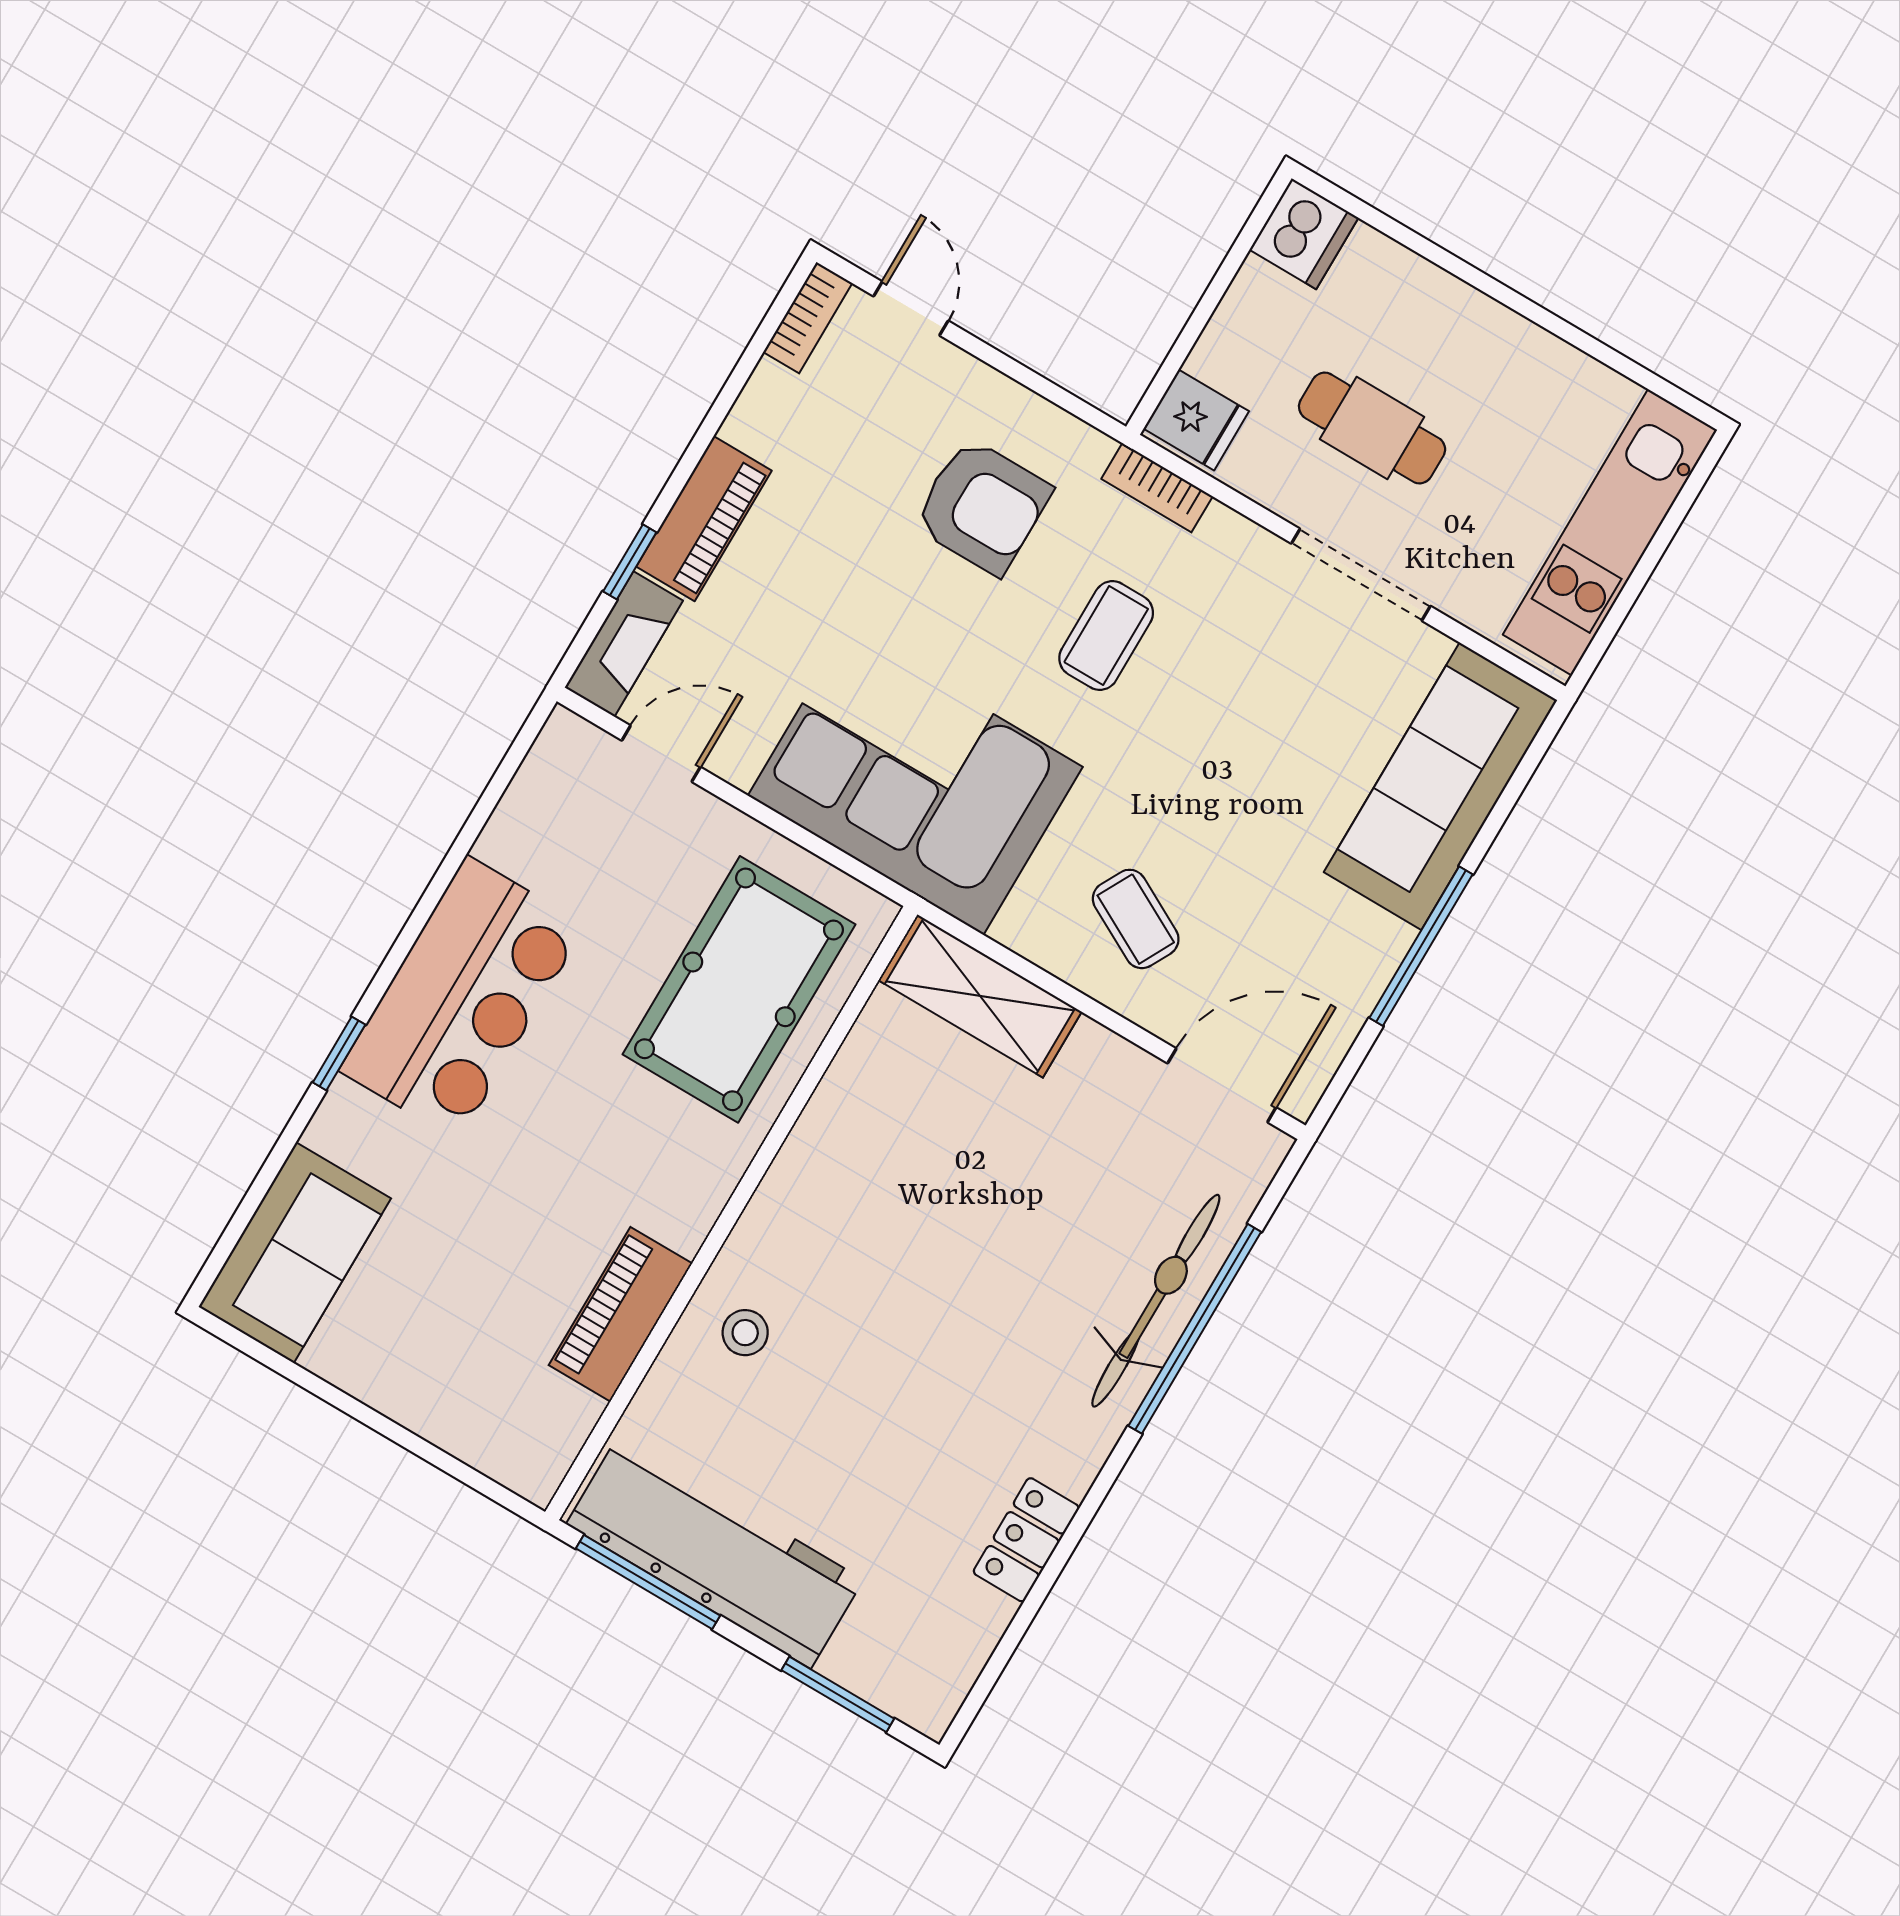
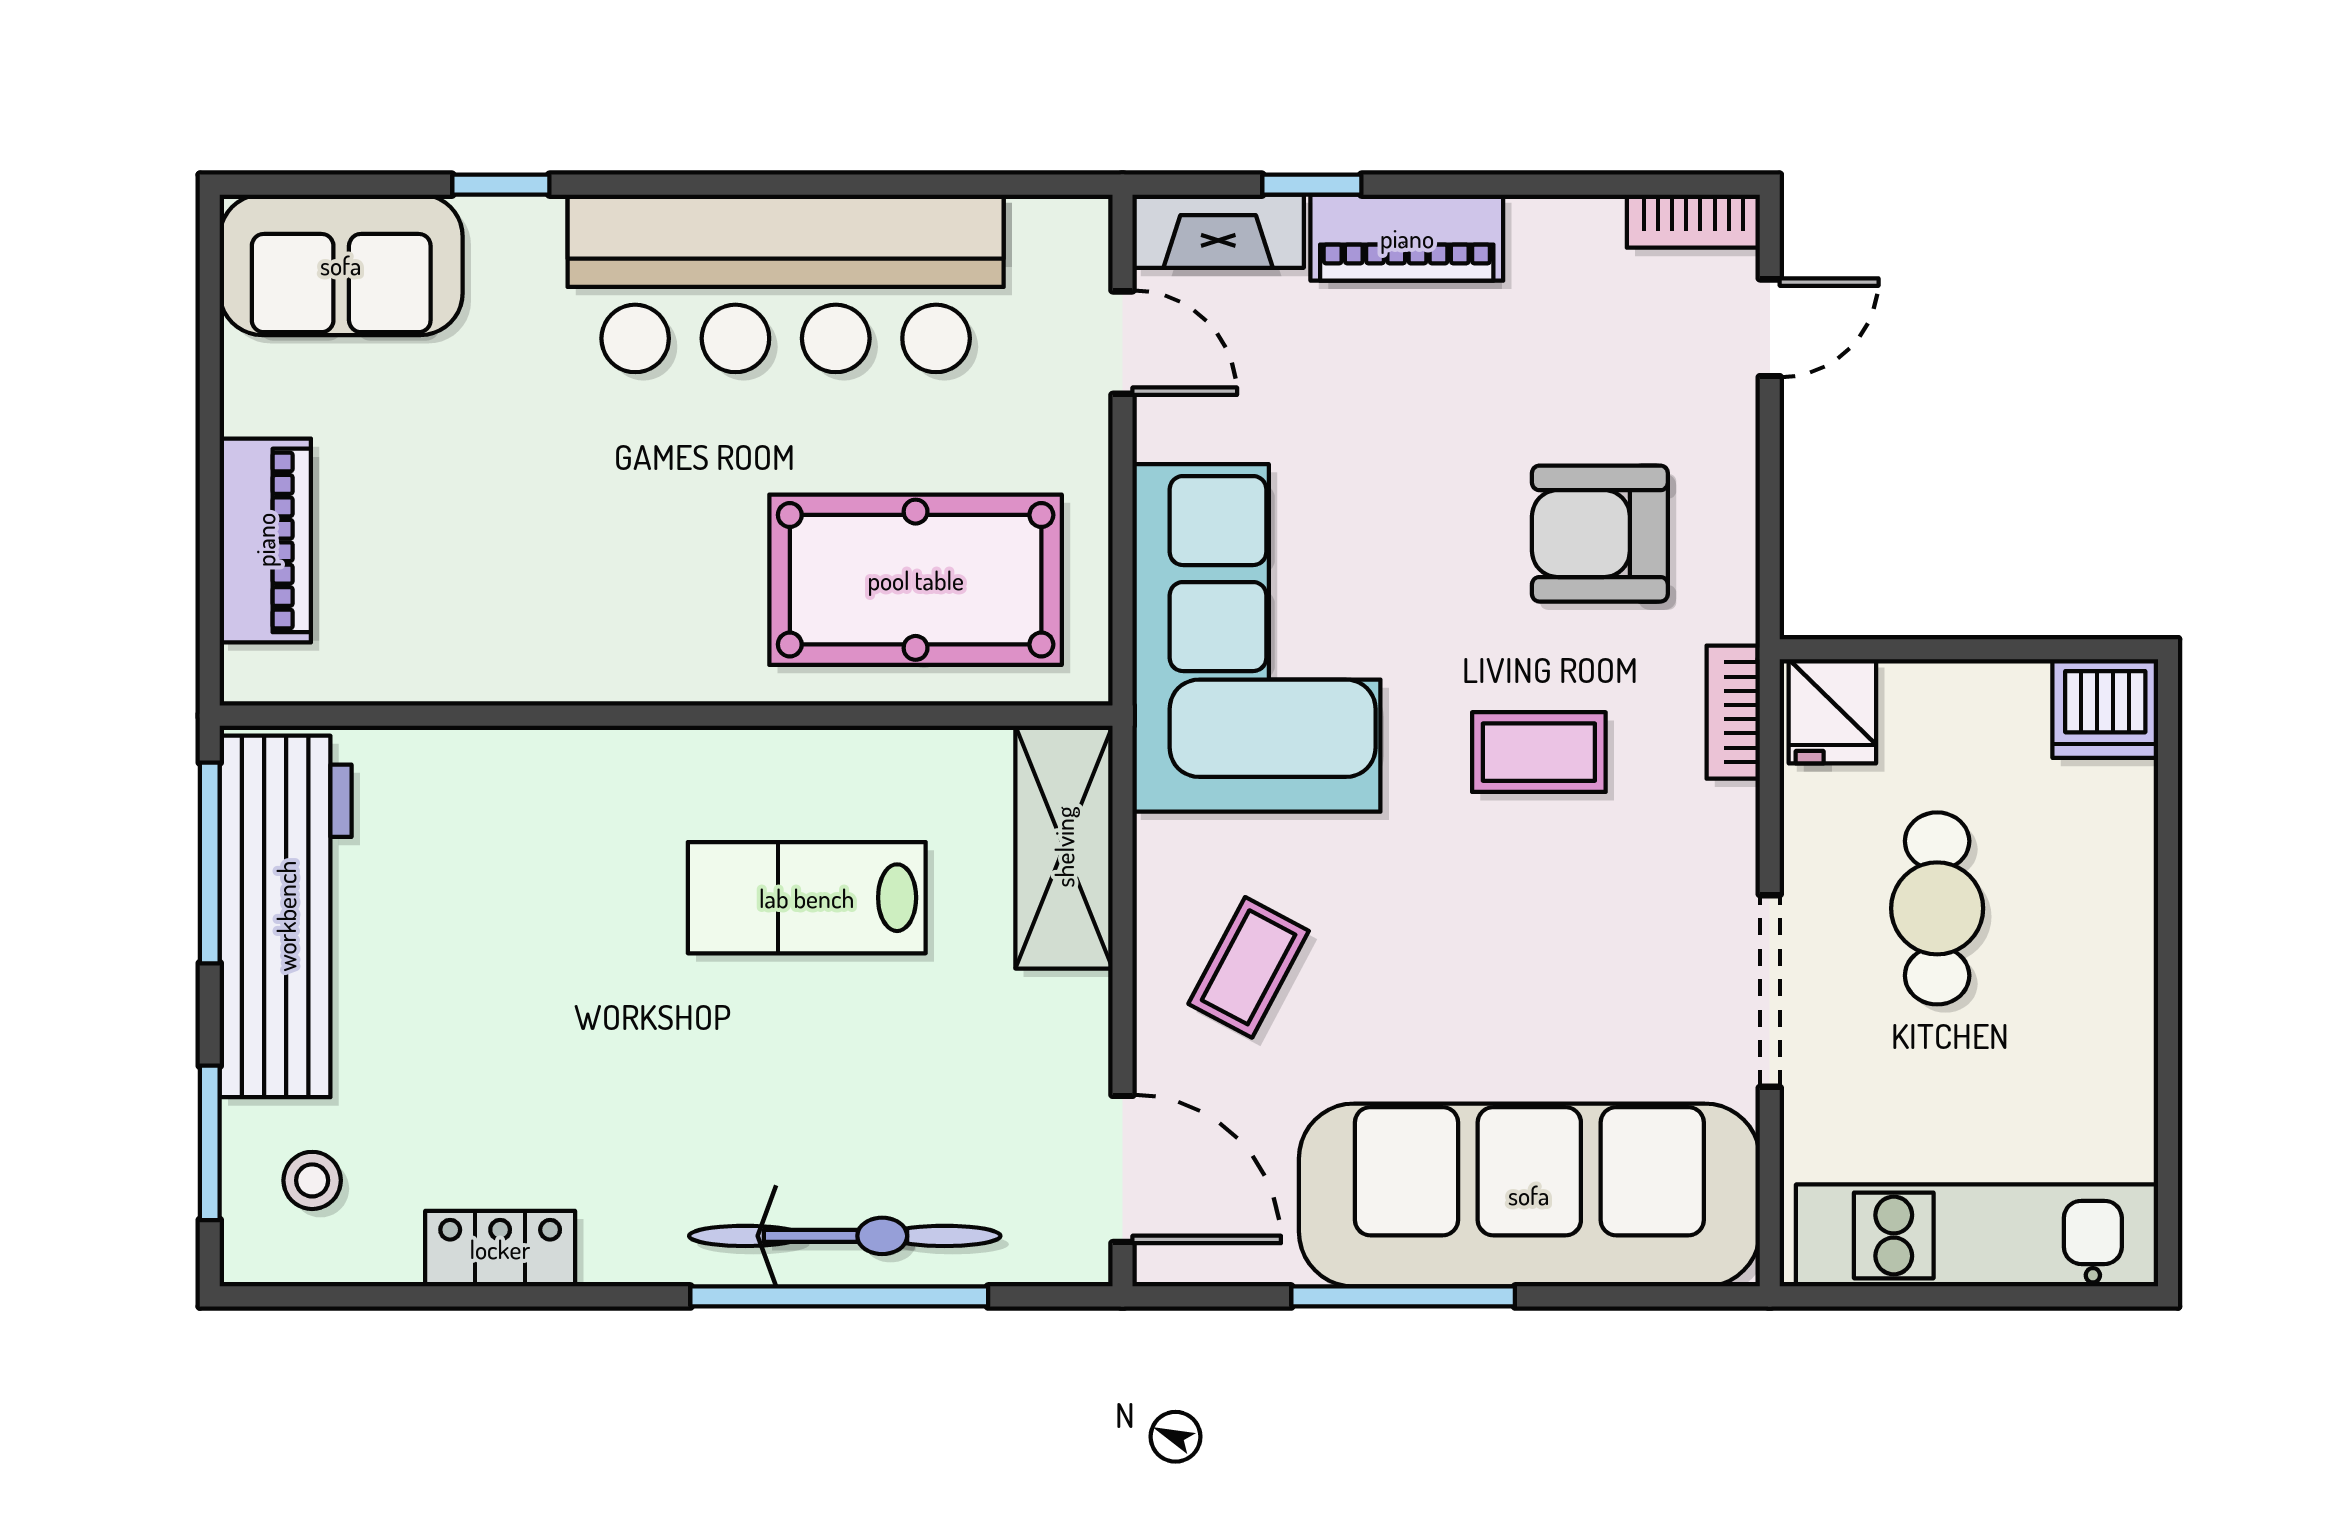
armchair: (982, 506) -> (1600, 534), turned 90
sofa: (1441, 786) -> (1529, 1195), width x1.36, depth x1.27
bar counter: (462, 998) -> (786, 283), width x1.36
window: (339, 1054) -> (501, 185), moved
lab bench: (911, 1191) -> (807, 898), added
piano: (620, 1314) -> (265, 540), moved, turned 90
stool: (745, 1333) -> (312, 1180), moved

